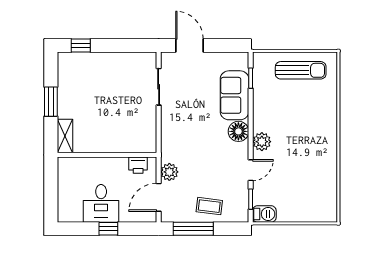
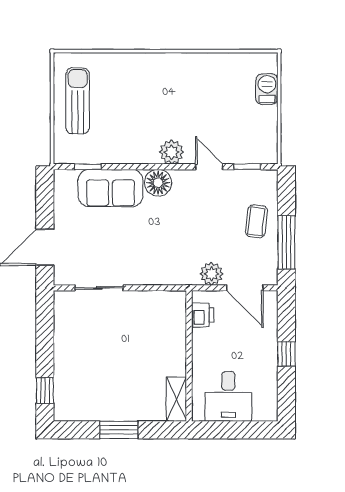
shelving: (65, 136) -> (176, 399), moved, turned 90
desk: (101, 203) -> (228, 396), moved, turned 90
barbecue: (264, 214) -> (267, 89), moved

